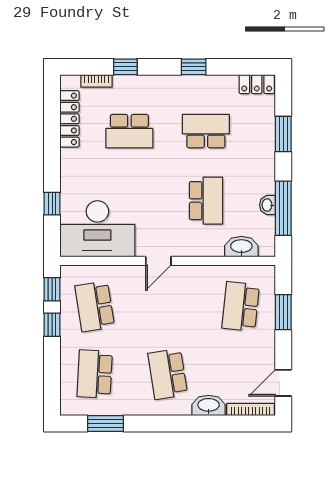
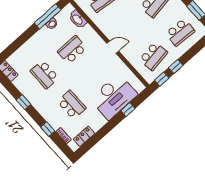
locker: (70, 119) -> (84, 136), width x0.66
window: (283, 134) -> (18, 43), removed
desk: (97, 229) -> (114, 97), moved, turned 90

